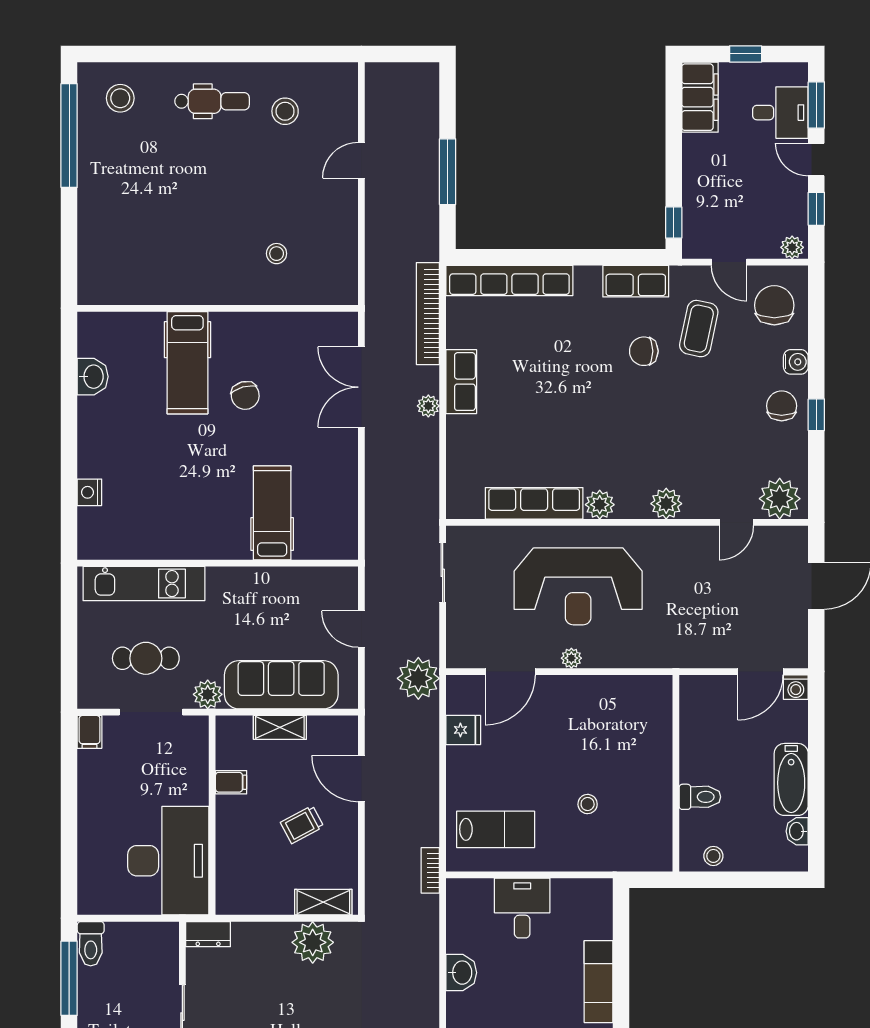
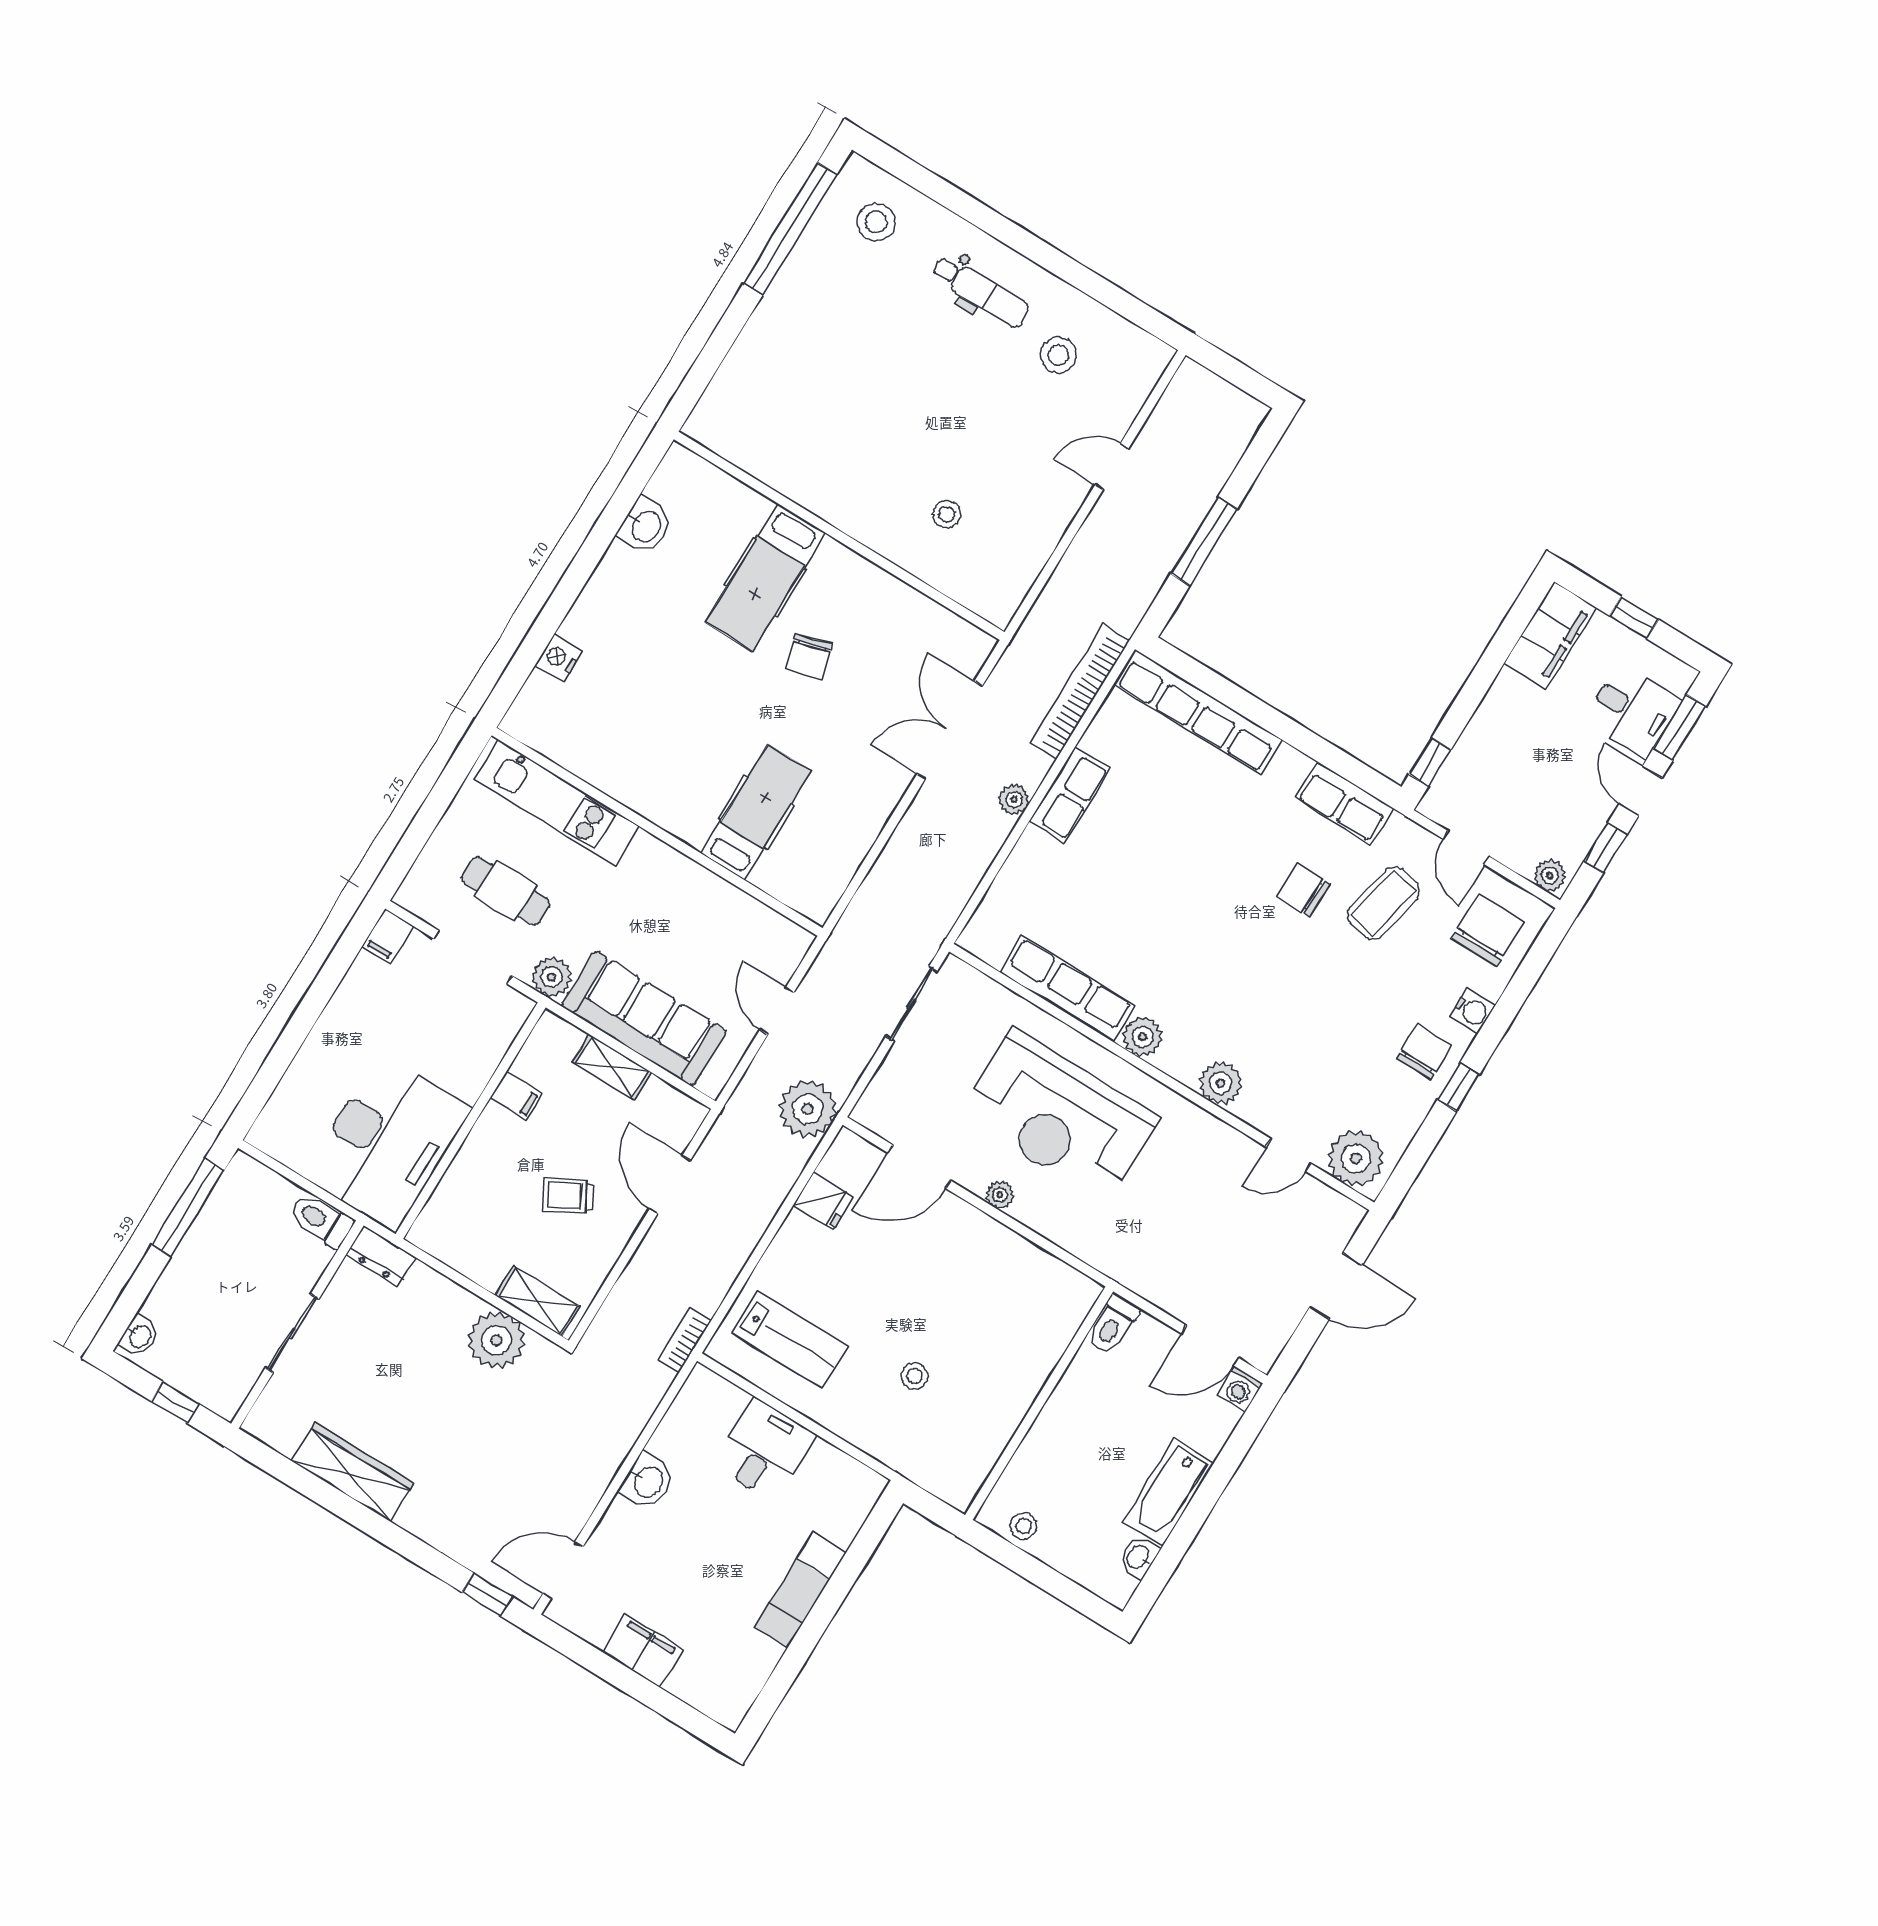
toilet: (700, 797) -> (1113, 1324), moved, turned 90
toilet: (91, 944) -> (321, 1220), moved, turned 90

